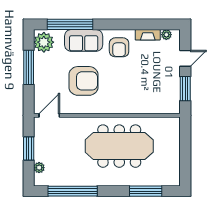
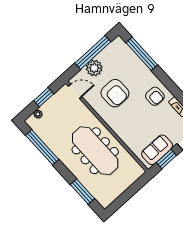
sofa: (84, 40) -> (157, 150), moved, turned 90
plant: (44, 42) -> (94, 68), moved
armchair: (119, 47) -> (155, 96), turned -90
window: (29, 67) -> (93, 52), width x1.46

